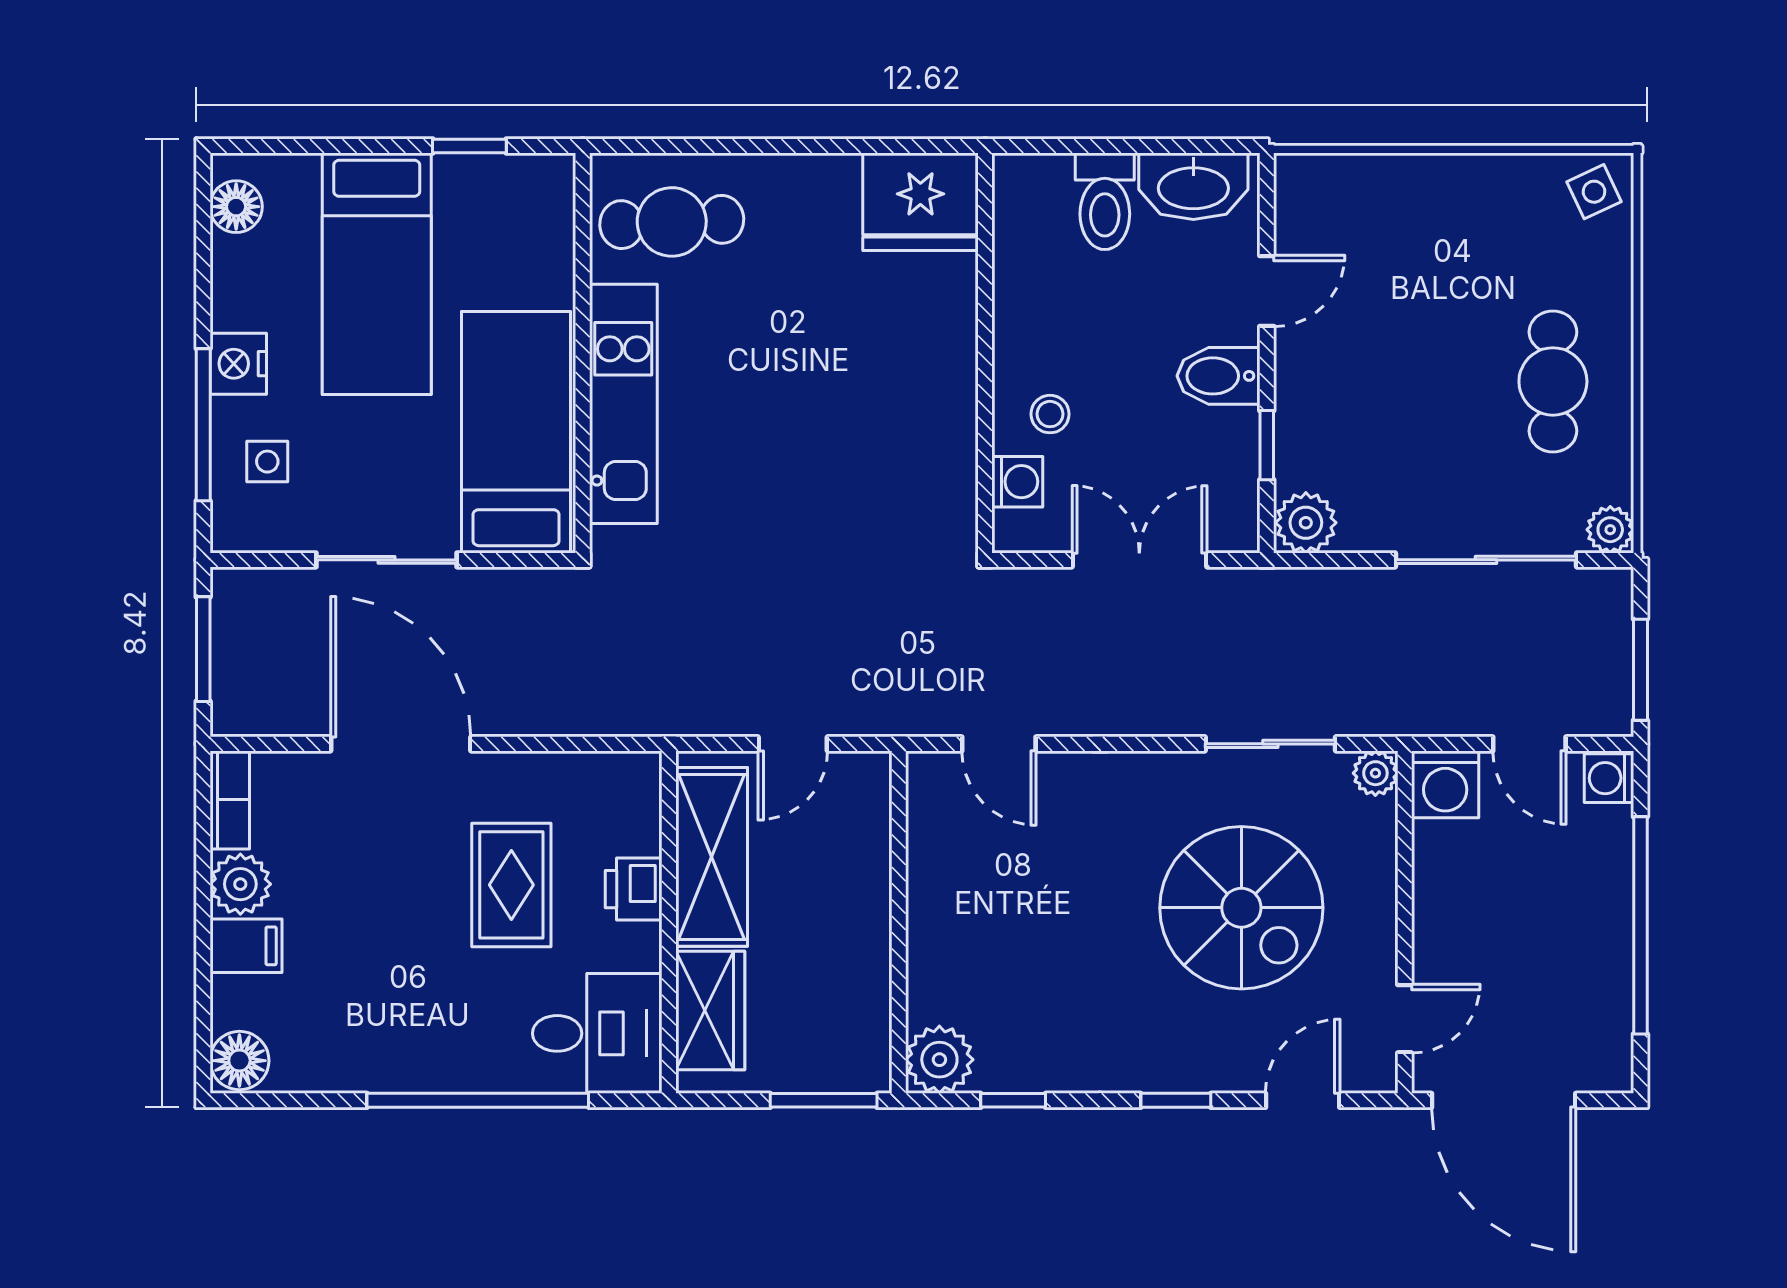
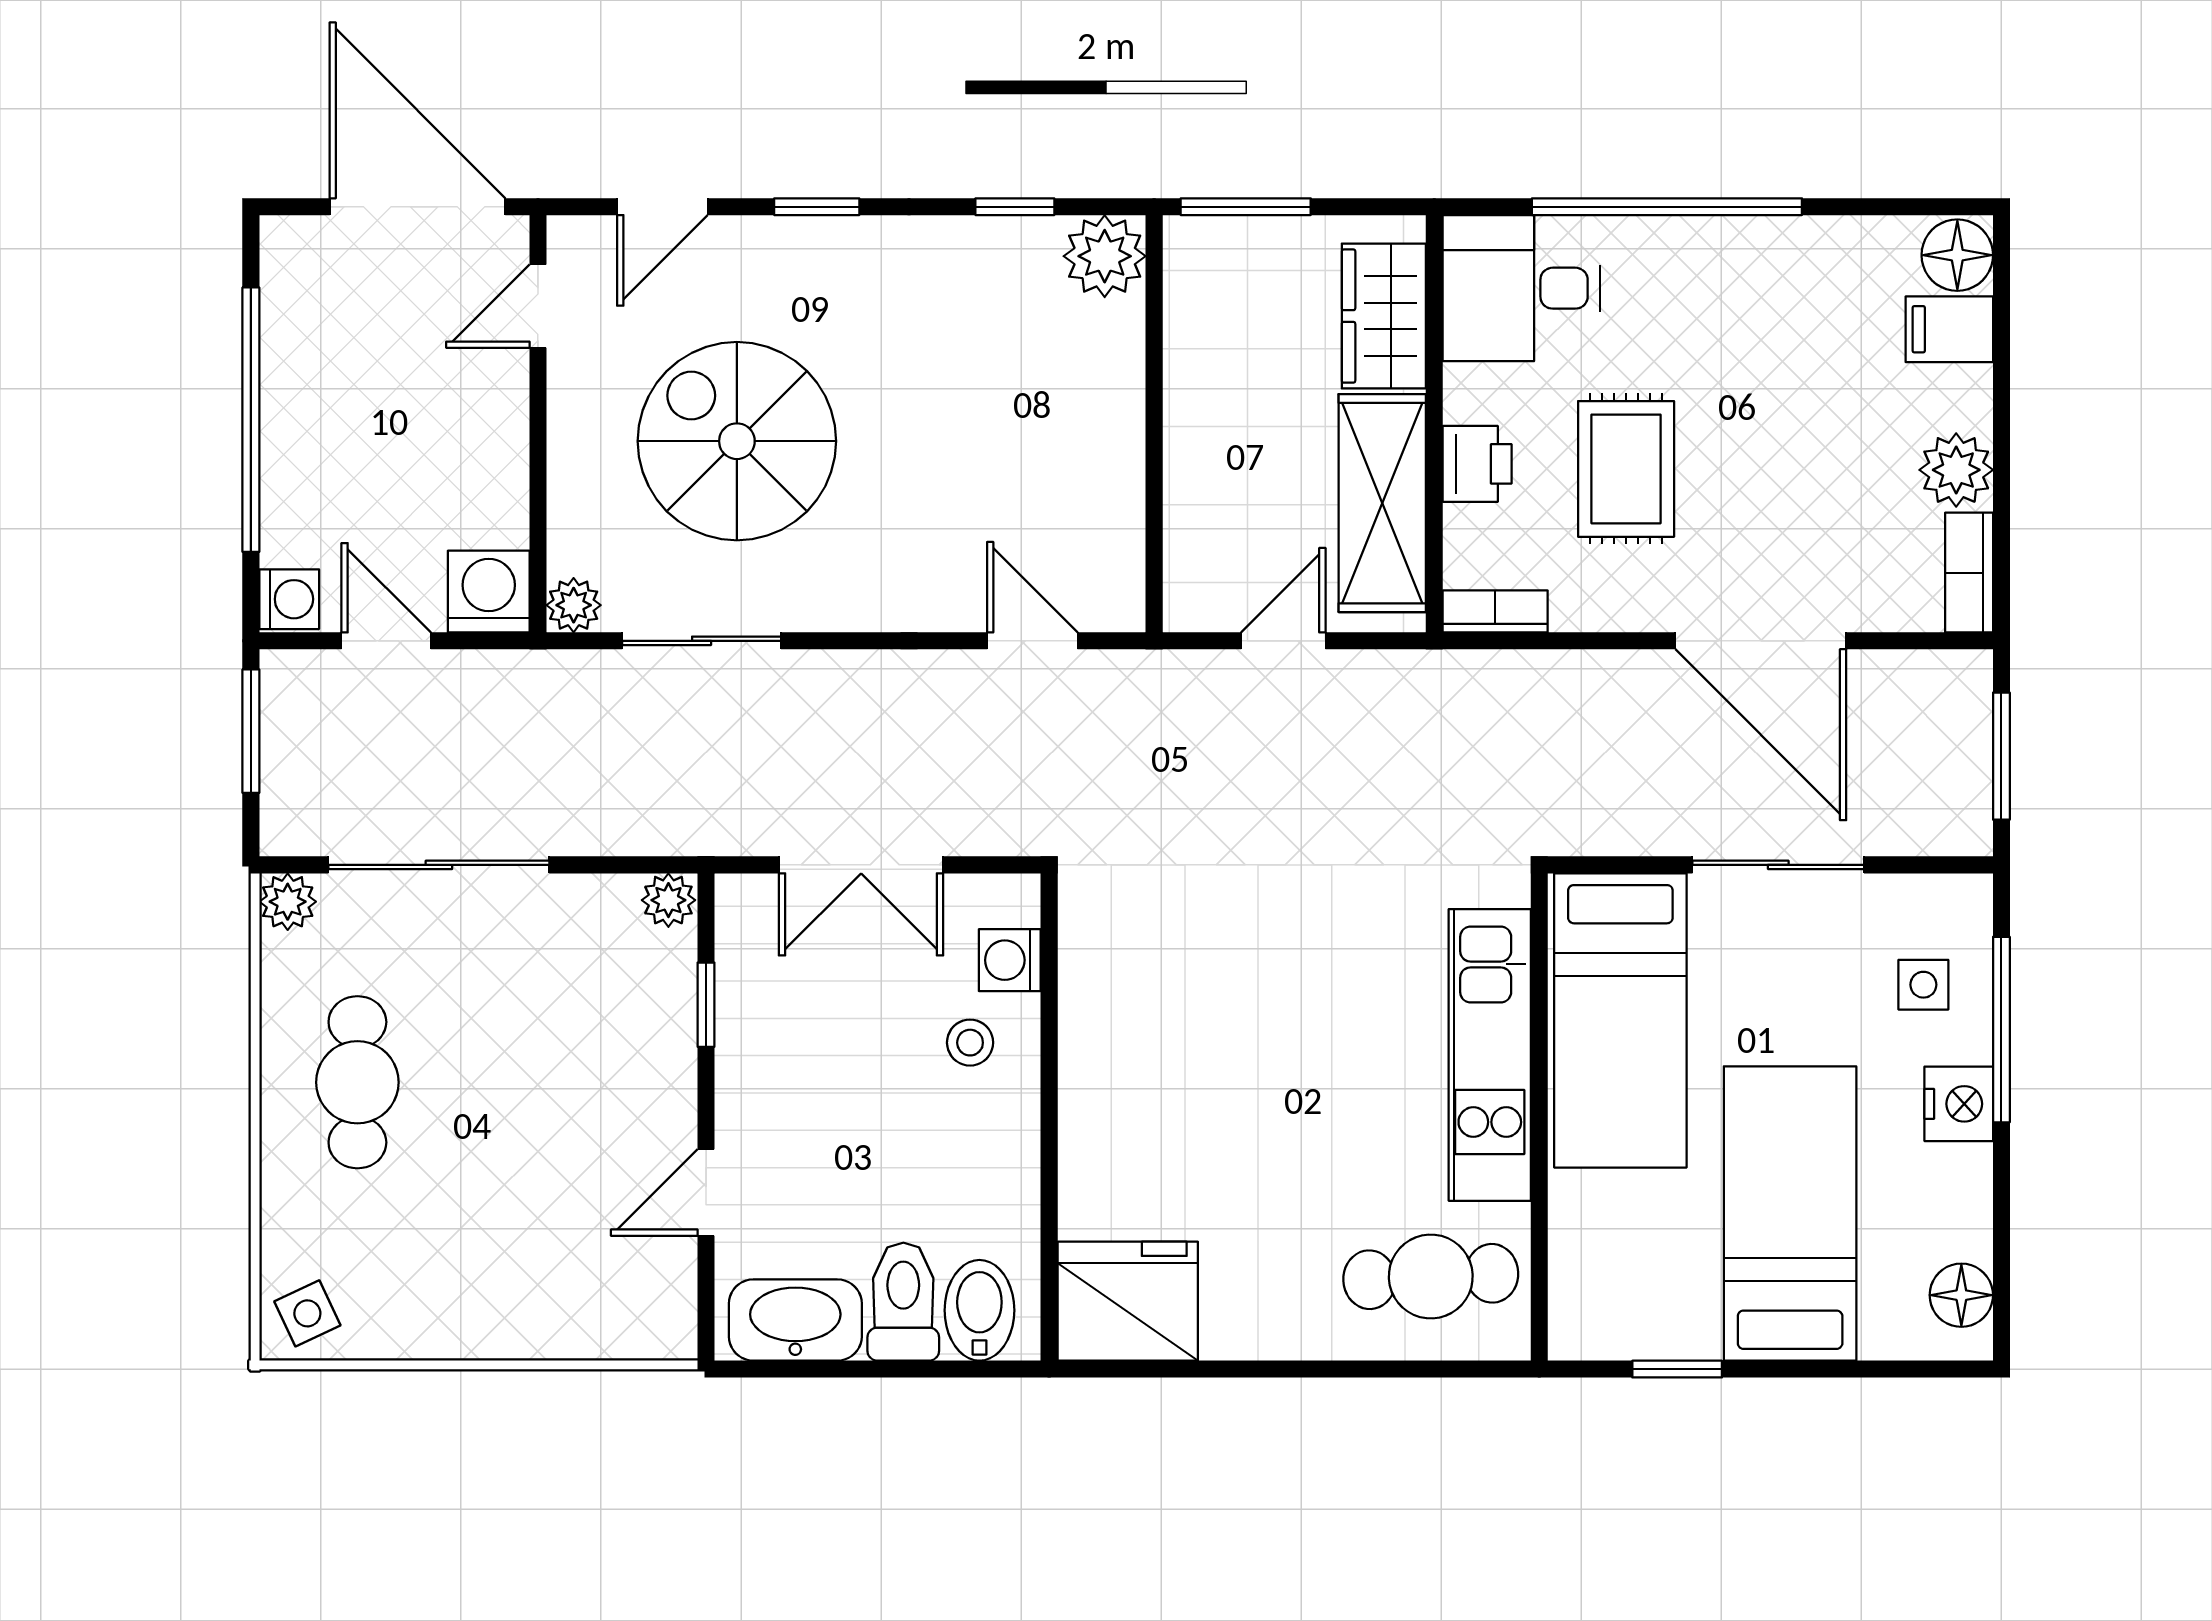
bidet: (1219, 376) -> (979, 1310), moved, turned -90
plant: (1306, 523) -> (668, 900), width x0.73, depth x0.73
bookcase: (619, 768) -> (1495, 611), added
filing cabinet: (246, 946) -> (1949, 329), moved

